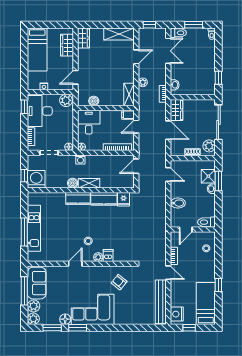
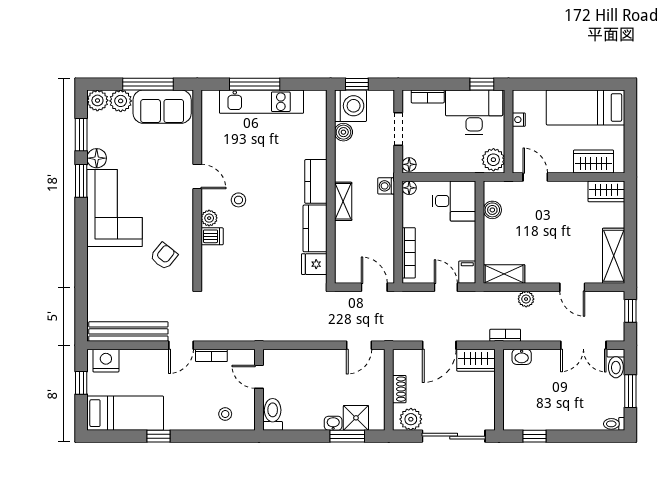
boiler: (73, 183) -> (343, 132), moved
bidet: (178, 203) -> (307, 362), removed

